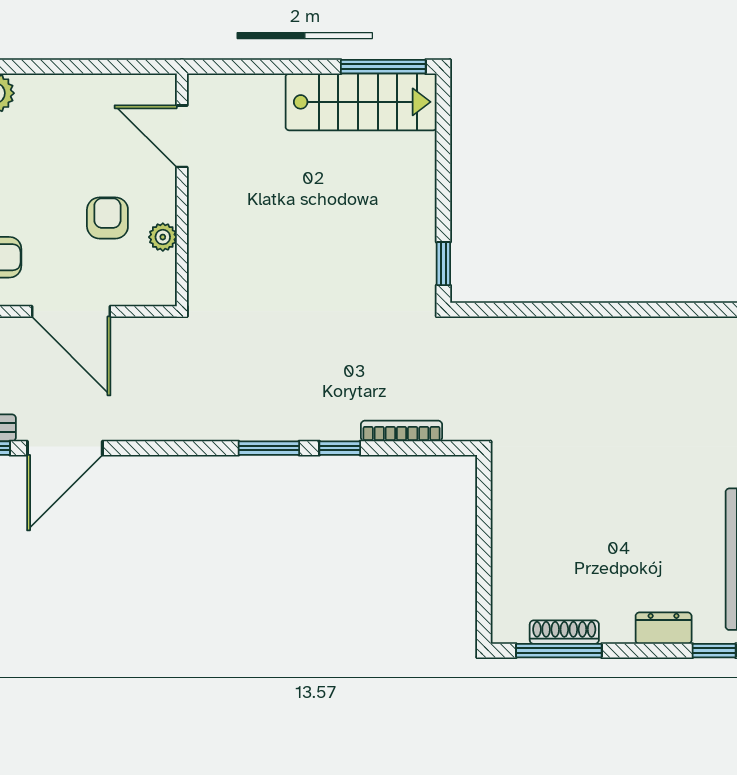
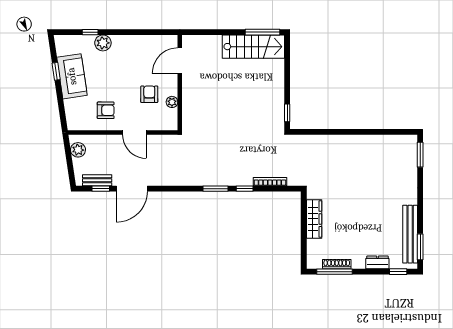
door: (182, 136) -> (180, 61), hinge flipped
door: (71, 311) -> (134, 132), width x0.73
wardrobe: (509, 522) -> (314, 219), added

